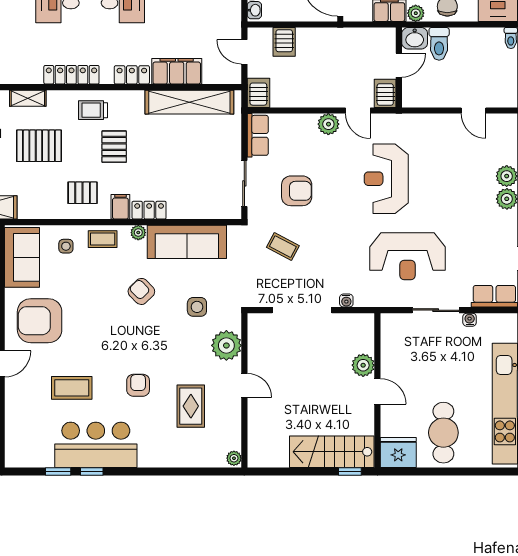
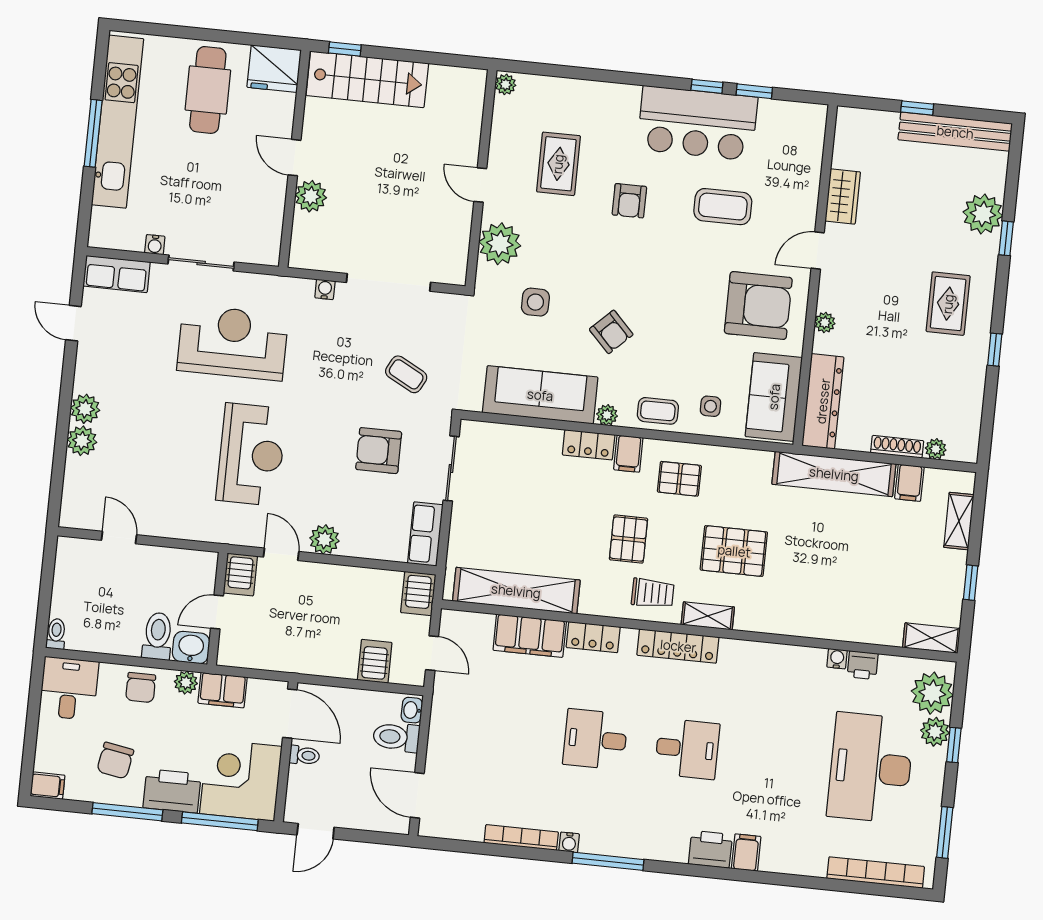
shelving: (28, 98) -> (708, 616), moved

